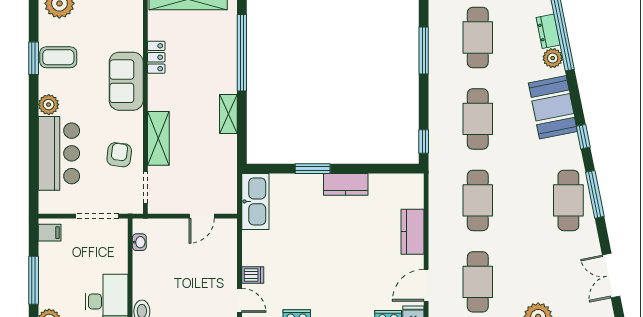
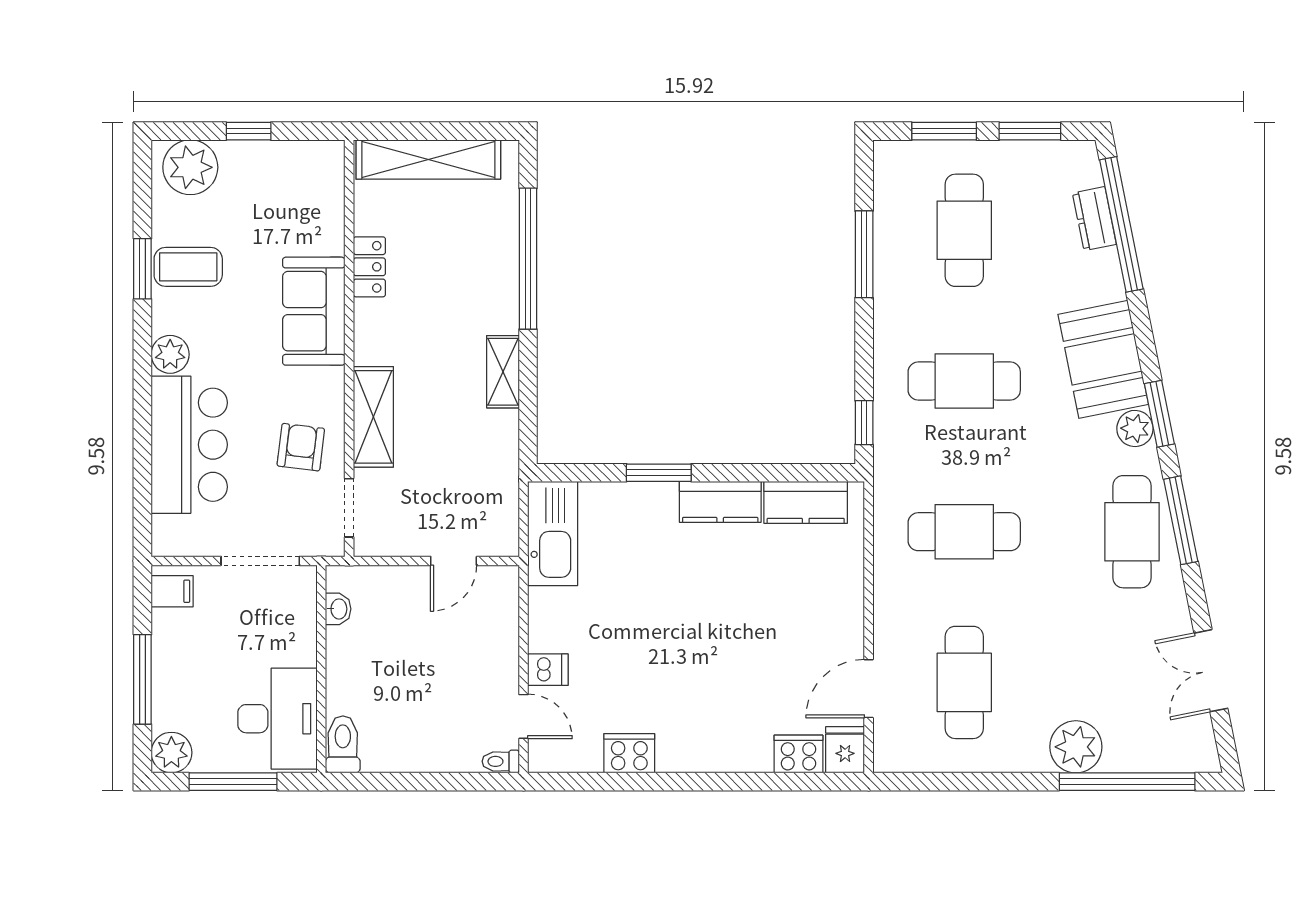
plant: (553, 58) -> (1135, 428), moved
cafe table: (478, 119) -> (964, 381), turned 90
window: (583, 137) -> (1159, 414), width x1.50
cafe table: (478, 200) -> (964, 532), turned 90
kitchen counter: (412, 232) -> (806, 502), moved, turned -90

